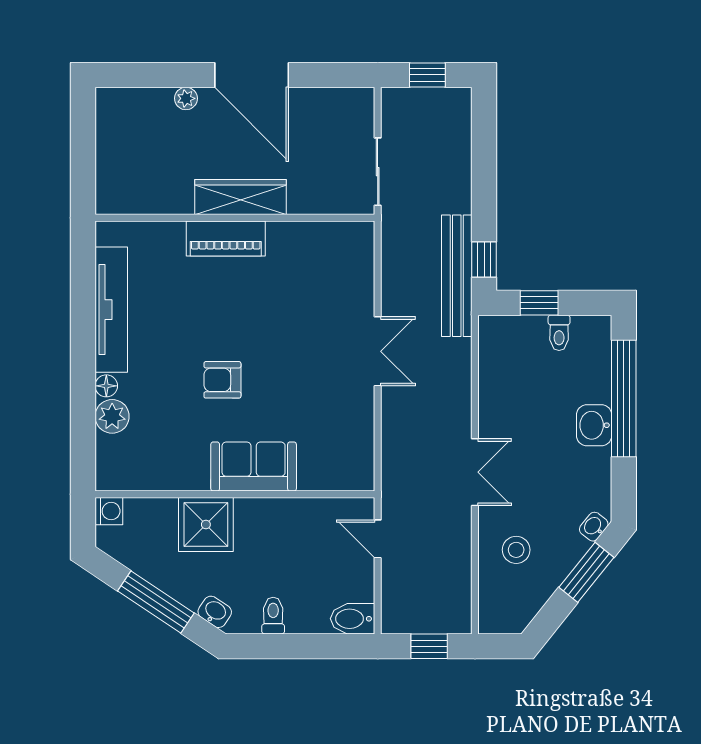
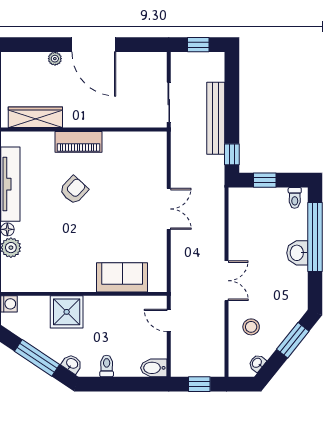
wardrobe: (241, 197) -> (35, 117), moved
bench: (457, 276) -> (216, 118), moved
toilet: (559, 333) -> (295, 198), moved
armchair: (222, 380) -> (74, 190), moved, turned 133
sofa: (254, 467) -> (122, 277), moved
washbasin: (594, 527) -> (257, 363), moved

